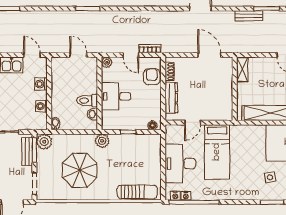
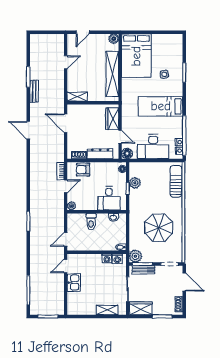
door: (78, 55) -> (66, 239), moved
door: (209, 55) -> (66, 123), hinge flipped
washing machine: (41, 84) -> (117, 259), moved
desk: (116, 96) -> (109, 198), moved
toilet: (87, 101) -> (91, 222), moved
wardrobe: (215, 113) -> (112, 119), added
floor lamp: (172, 131) -> (127, 153), added
plant: (102, 141) -> (135, 183), moved
bed: (217, 152) -> (161, 106), moved, turned 180

